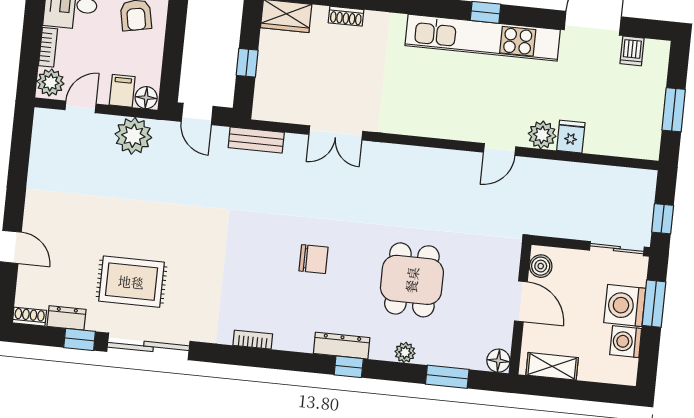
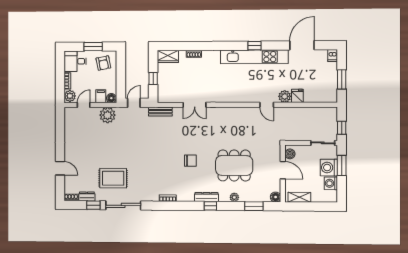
dishwasher: (632, 51) -> (333, 55), moved
door: (197, 114) -> (134, 103), swing flipped
door: (500, 149) -> (267, 105), hinge flipped
dining table: (412, 280) -> (234, 165), width x1.38

